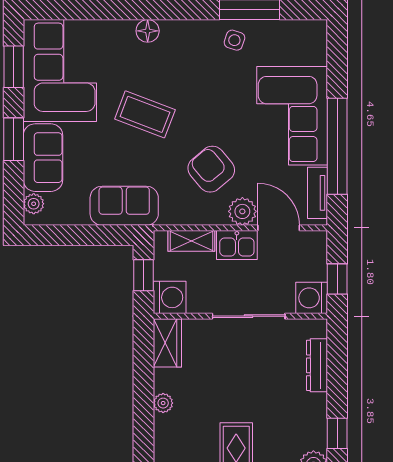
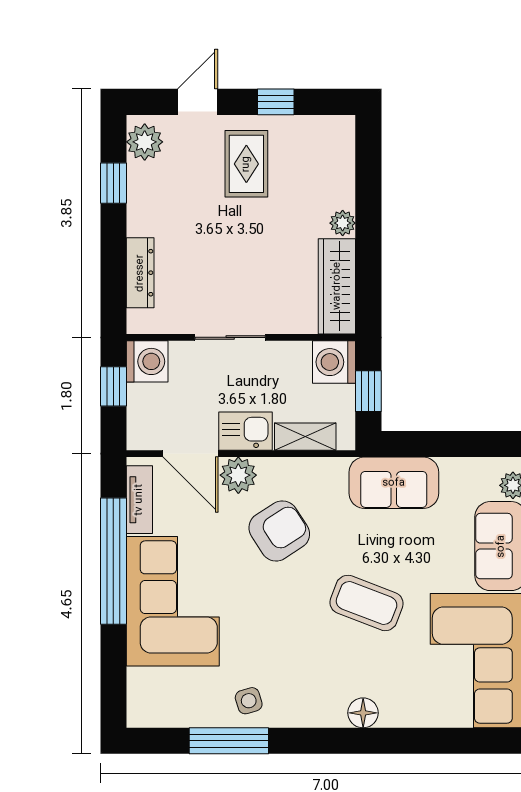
side table: (234, 40) -> (249, 701), turned -36
armchair: (211, 169) -> (279, 531), turned -83
sliding door: (249, 316) -> (230, 337), width x0.73
wardrobe: (167, 343) -> (337, 286), width x1.50

